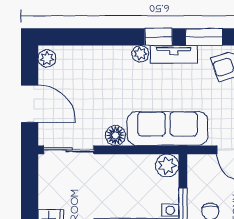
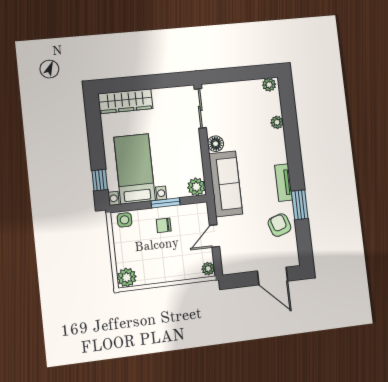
window: (159, 37) -> (296, 169), removed
plant: (140, 54) -> (277, 122), moved
door: (30, 104) -> (233, 75), removed

